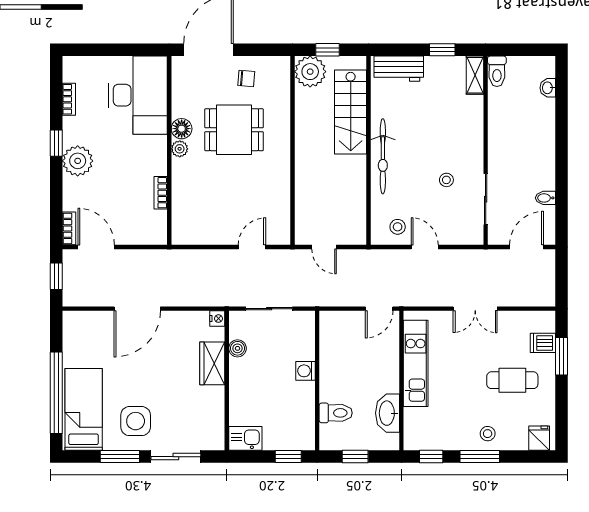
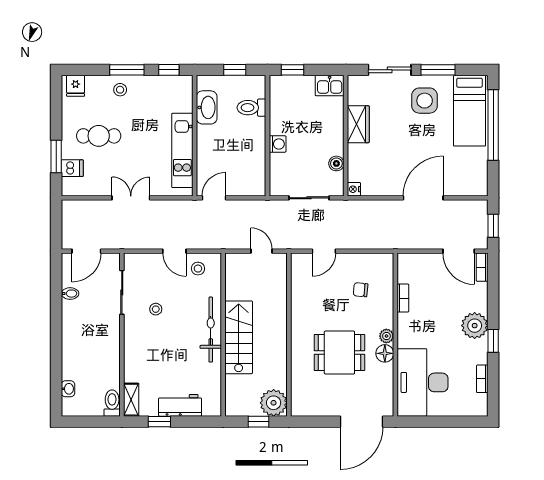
workbench: (399, 69) -> (180, 405), moved
chair: (246, 78) -> (361, 290), moved
stairs: (351, 112) -> (239, 337), moved
wardrobe: (212, 363) -> (358, 124), moved

